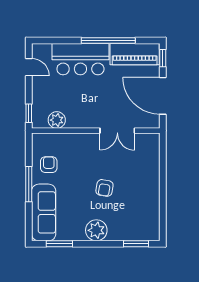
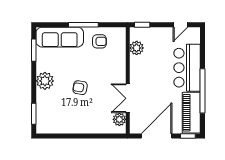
plant: (143, 141) -> (119, 119), added

